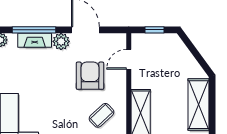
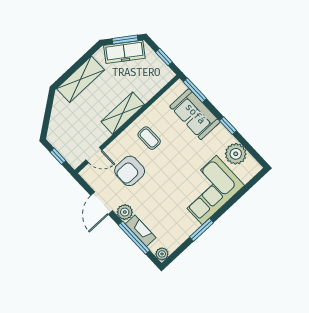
coffee table: (102, 115) -> (149, 138), turned 43

